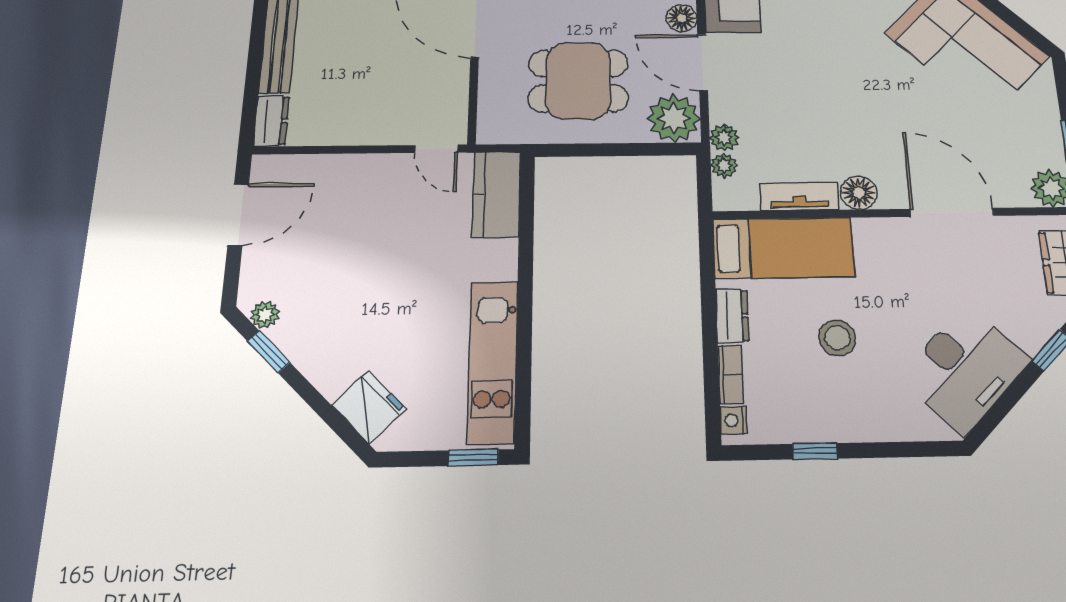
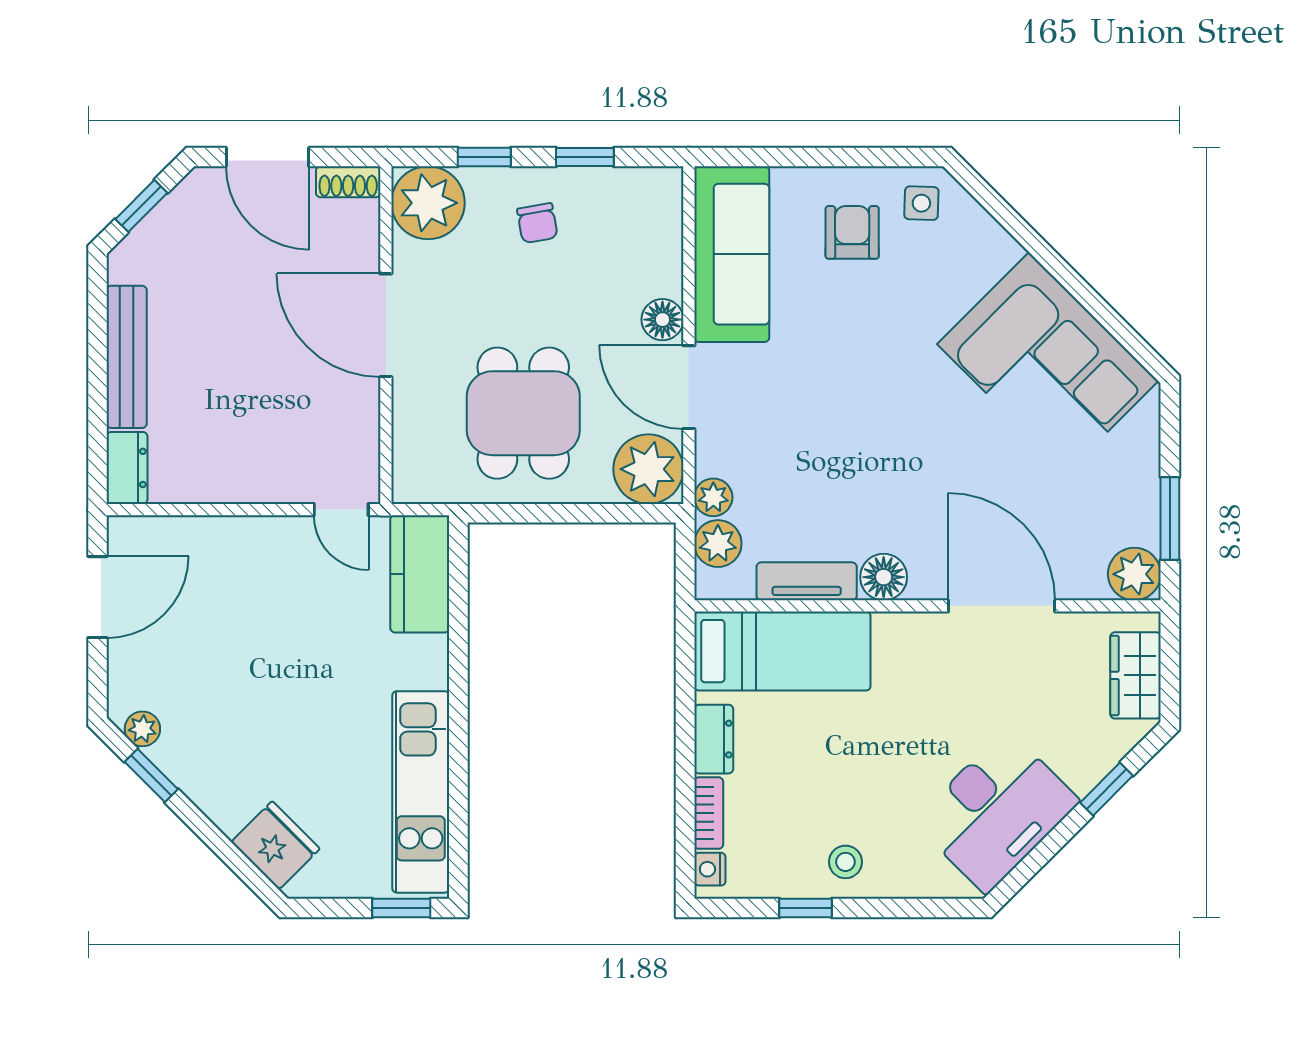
dining table: (578, 81) -> (523, 413), turned 90
plant: (724, 165) -> (718, 544), width x1.38, depth x1.38
stool: (837, 338) -> (845, 862), moved, width x0.73, depth x0.73

